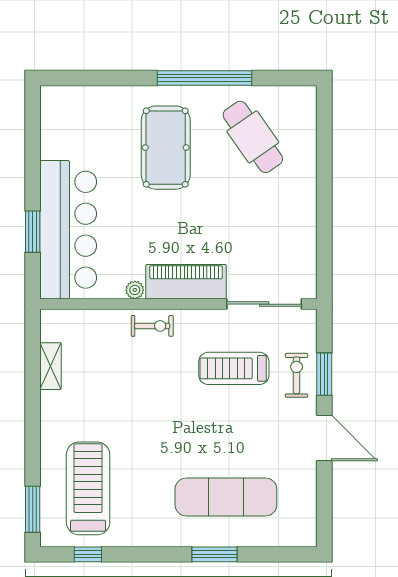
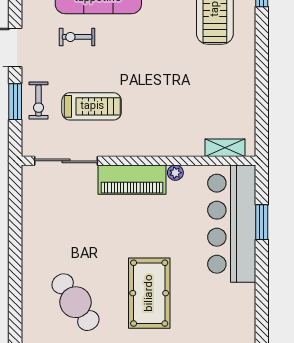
exercise bike: (152, 326) -> (77, 37), moved
shelving: (50, 366) -> (225, 148), moved, turned 90

